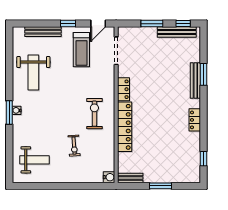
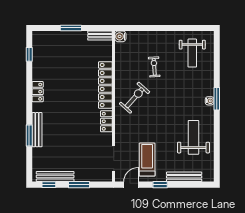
exercise bike: (94, 114) -> (135, 98), turned -138
weight bench: (35, 160) -> (192, 53), turned -90

